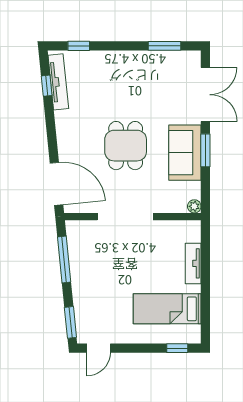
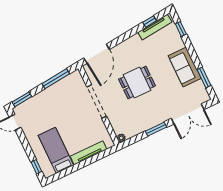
sofa: (185, 153) -> (185, 67), moved, turned -90
tv unit: (193, 263) -> (89, 153), width x1.41

